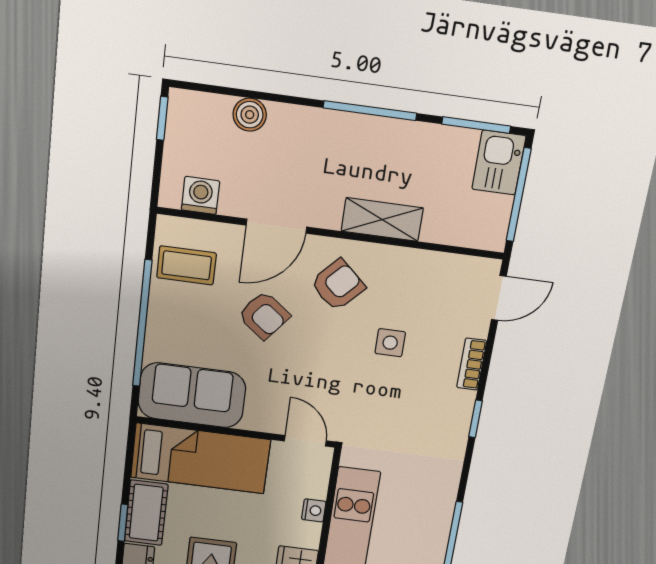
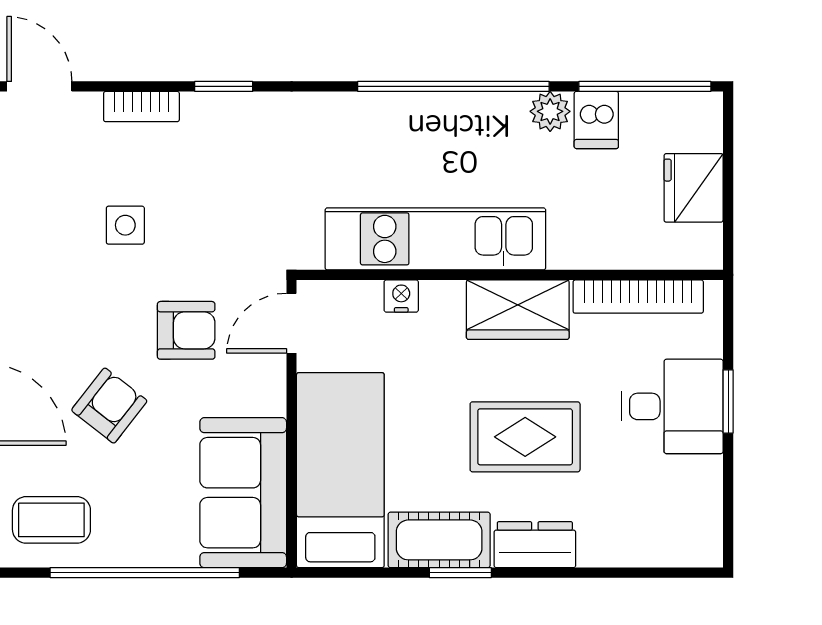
coffee table: (187, 265) -> (51, 520), turned 90
armchair: (338, 285) -> (186, 330), moved, turned 137

